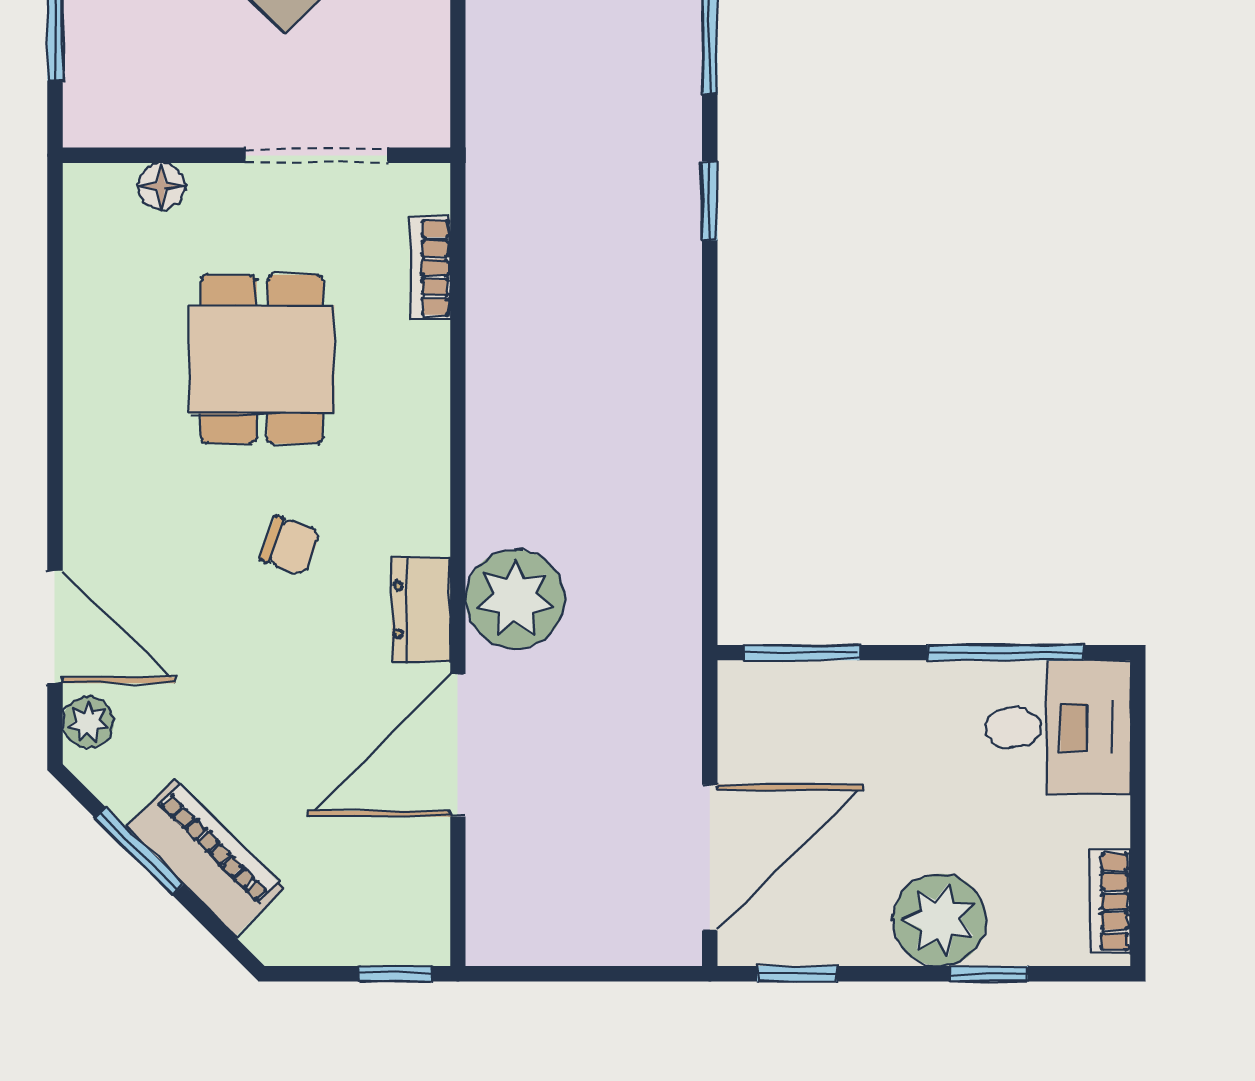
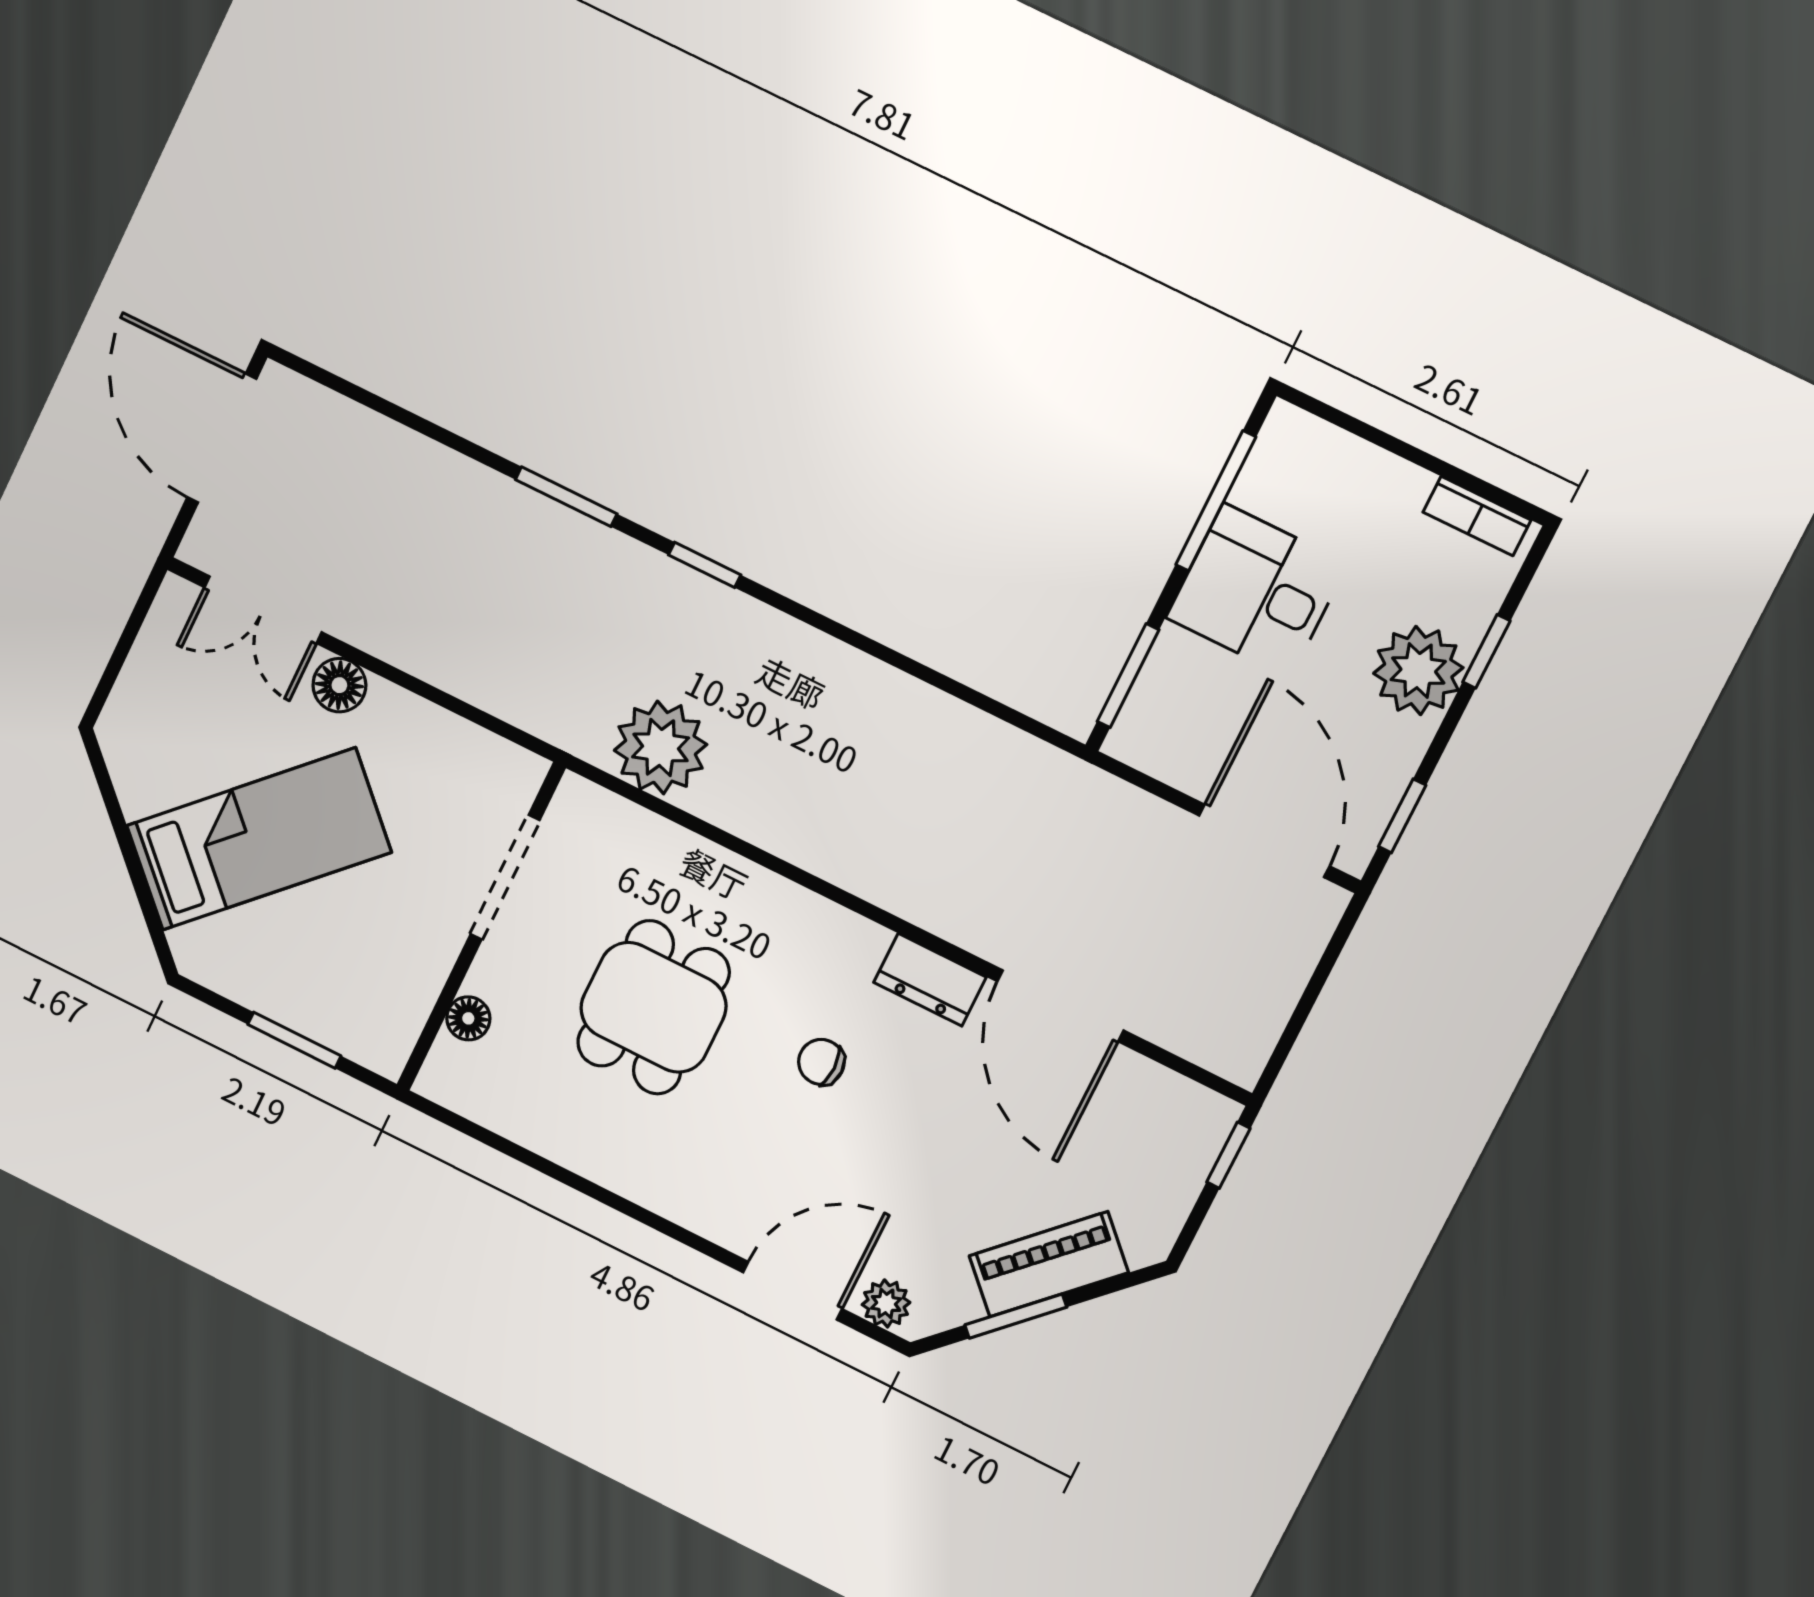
bookcase: (430, 268) -> (646, 829), removed
dining table: (262, 359) -> (653, 1007), turned 90
chair: (290, 546) -> (821, 1062), turned -110
plant: (515, 599) -> (661, 747), moved
desk: (1058, 727) -> (1257, 591), moved, turned -90

